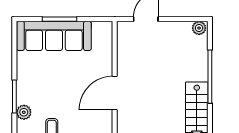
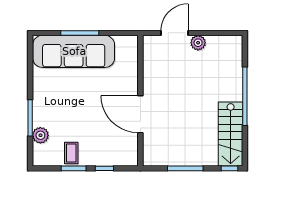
plant: (199, 28) -> (198, 43), moved
door: (115, 93) -> (140, 114), hinge flipped

